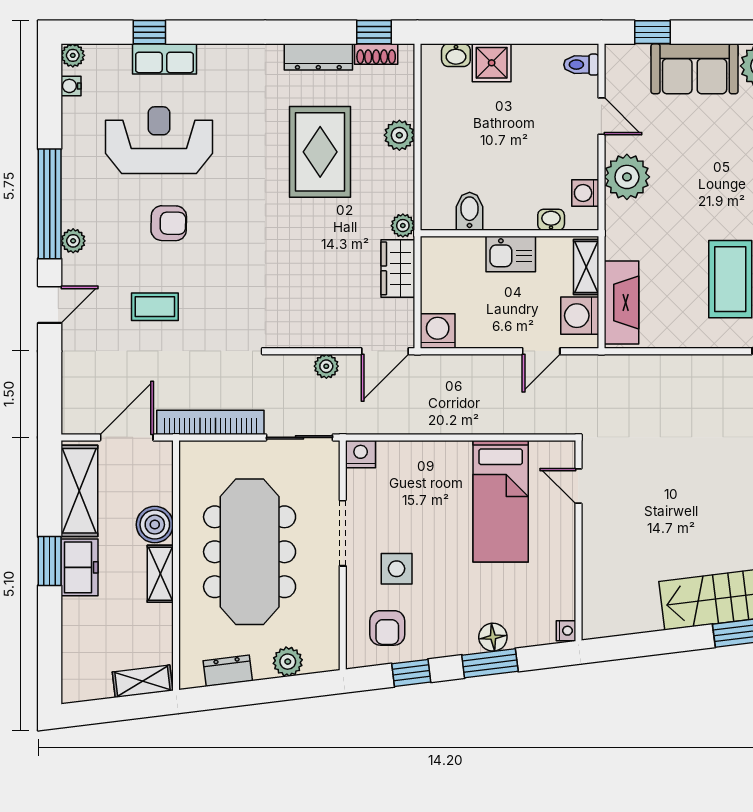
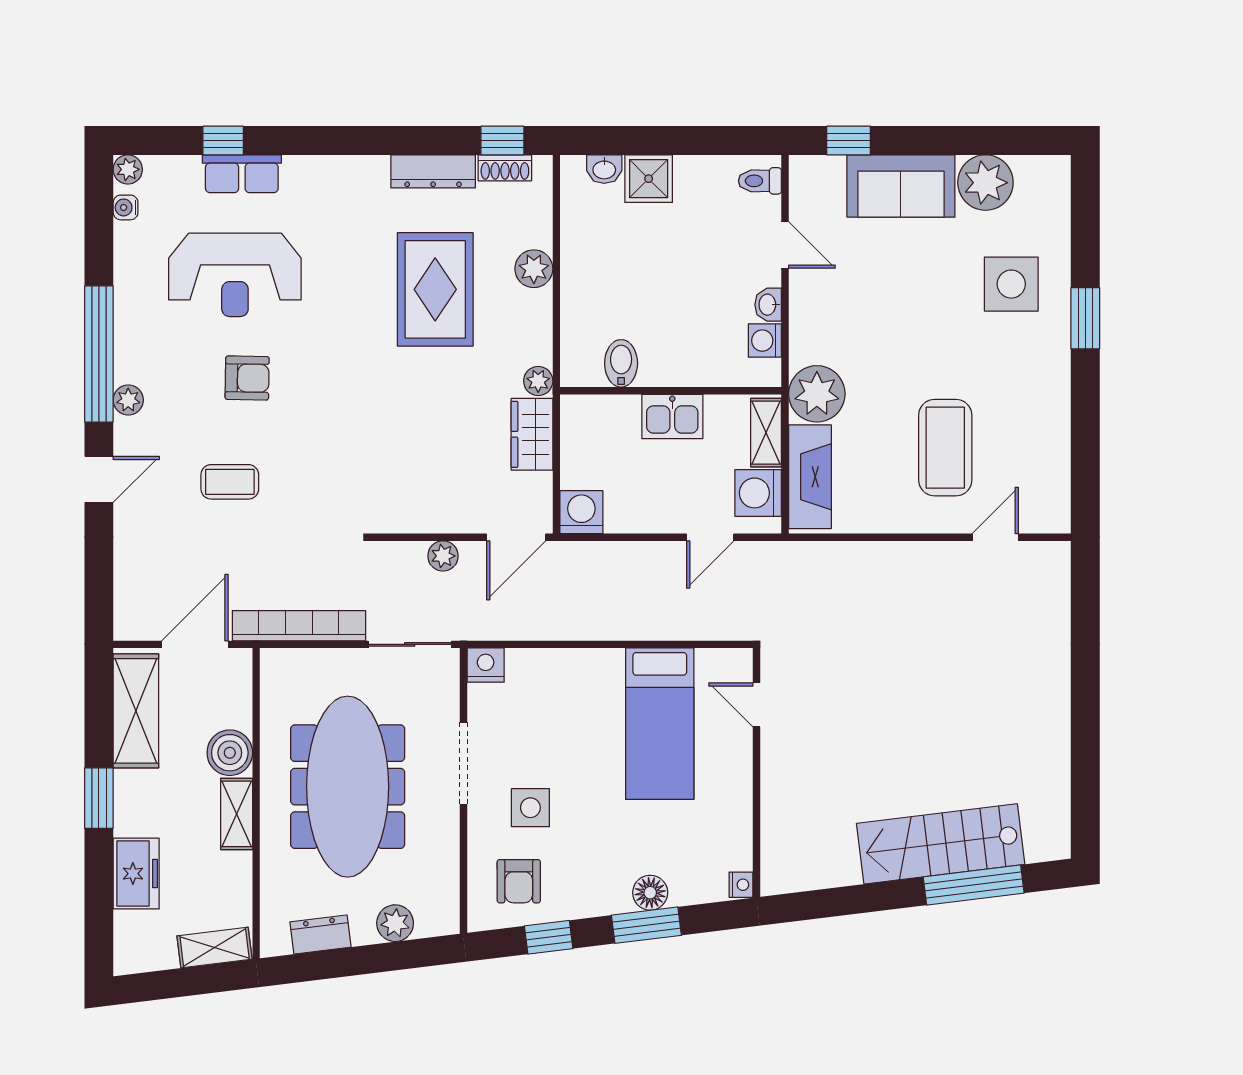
reception desk: (159, 140) -> (235, 275), turned 180
plant: (627, 177) -> (817, 394), moved
washbasin: (551, 220) -> (768, 305), moved, turned -90
freezer: (80, 567) -> (136, 874), moved

